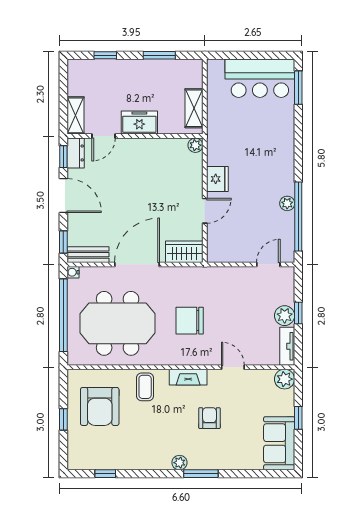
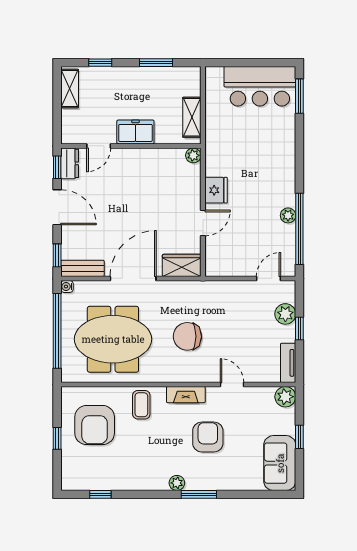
shelving: (76, 115) -> (70, 89), moved
plant: (285, 316) -> (285, 314), moved
armchair: (209, 418) -> (208, 437), width x1.38, depth x1.38

